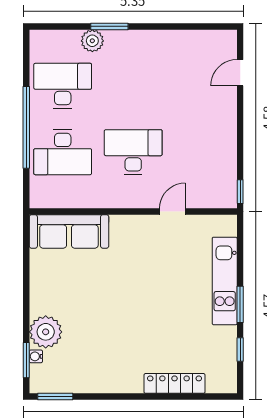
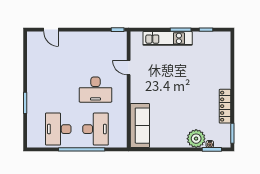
plant: (92, 41) -> (33, 112), removed
desk: (133, 152) -> (95, 90), turned -90
locker: (175, 383) -> (225, 106), moved

